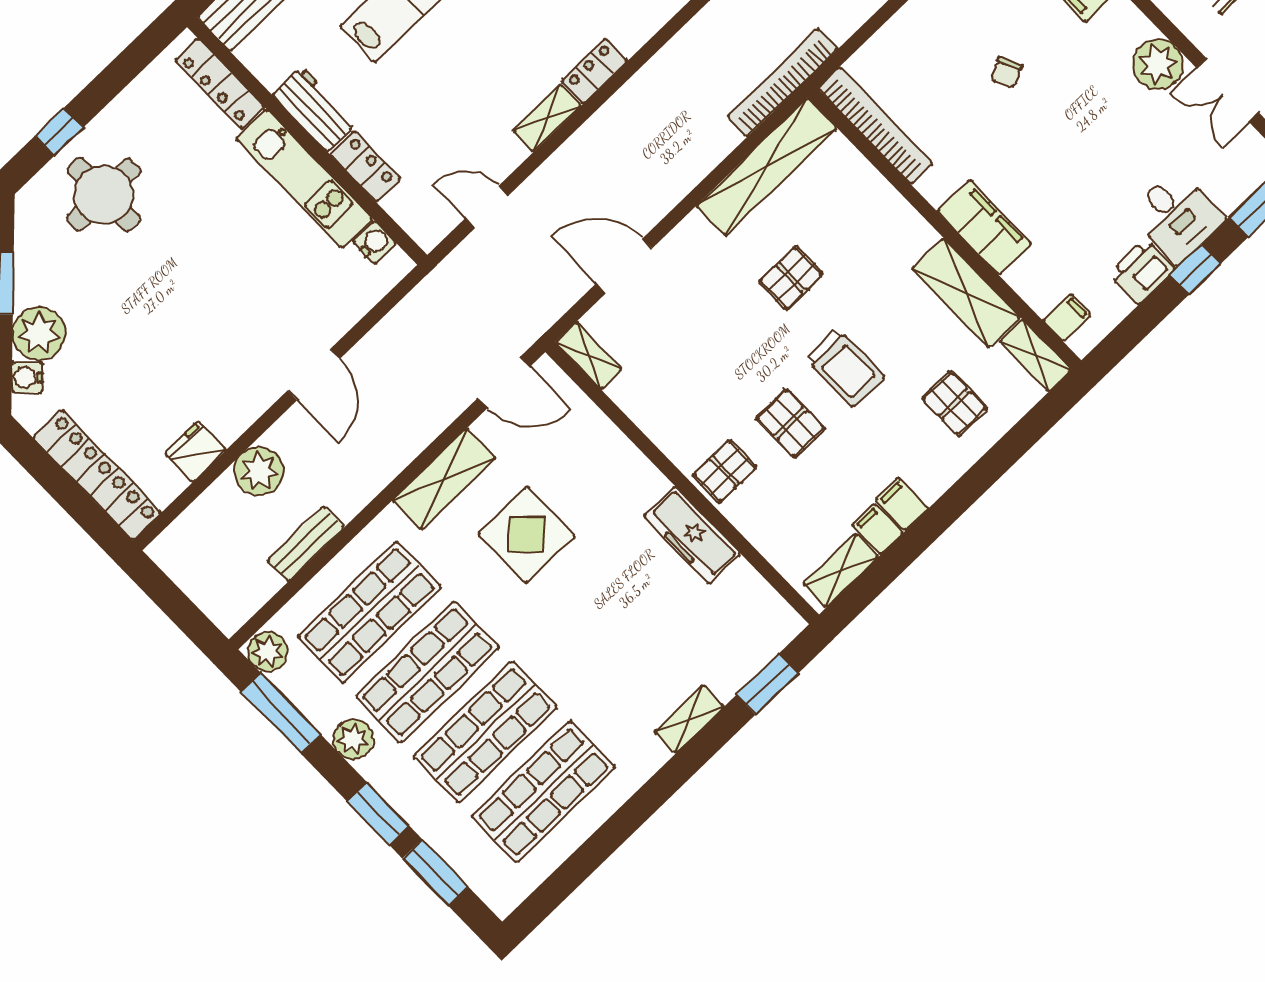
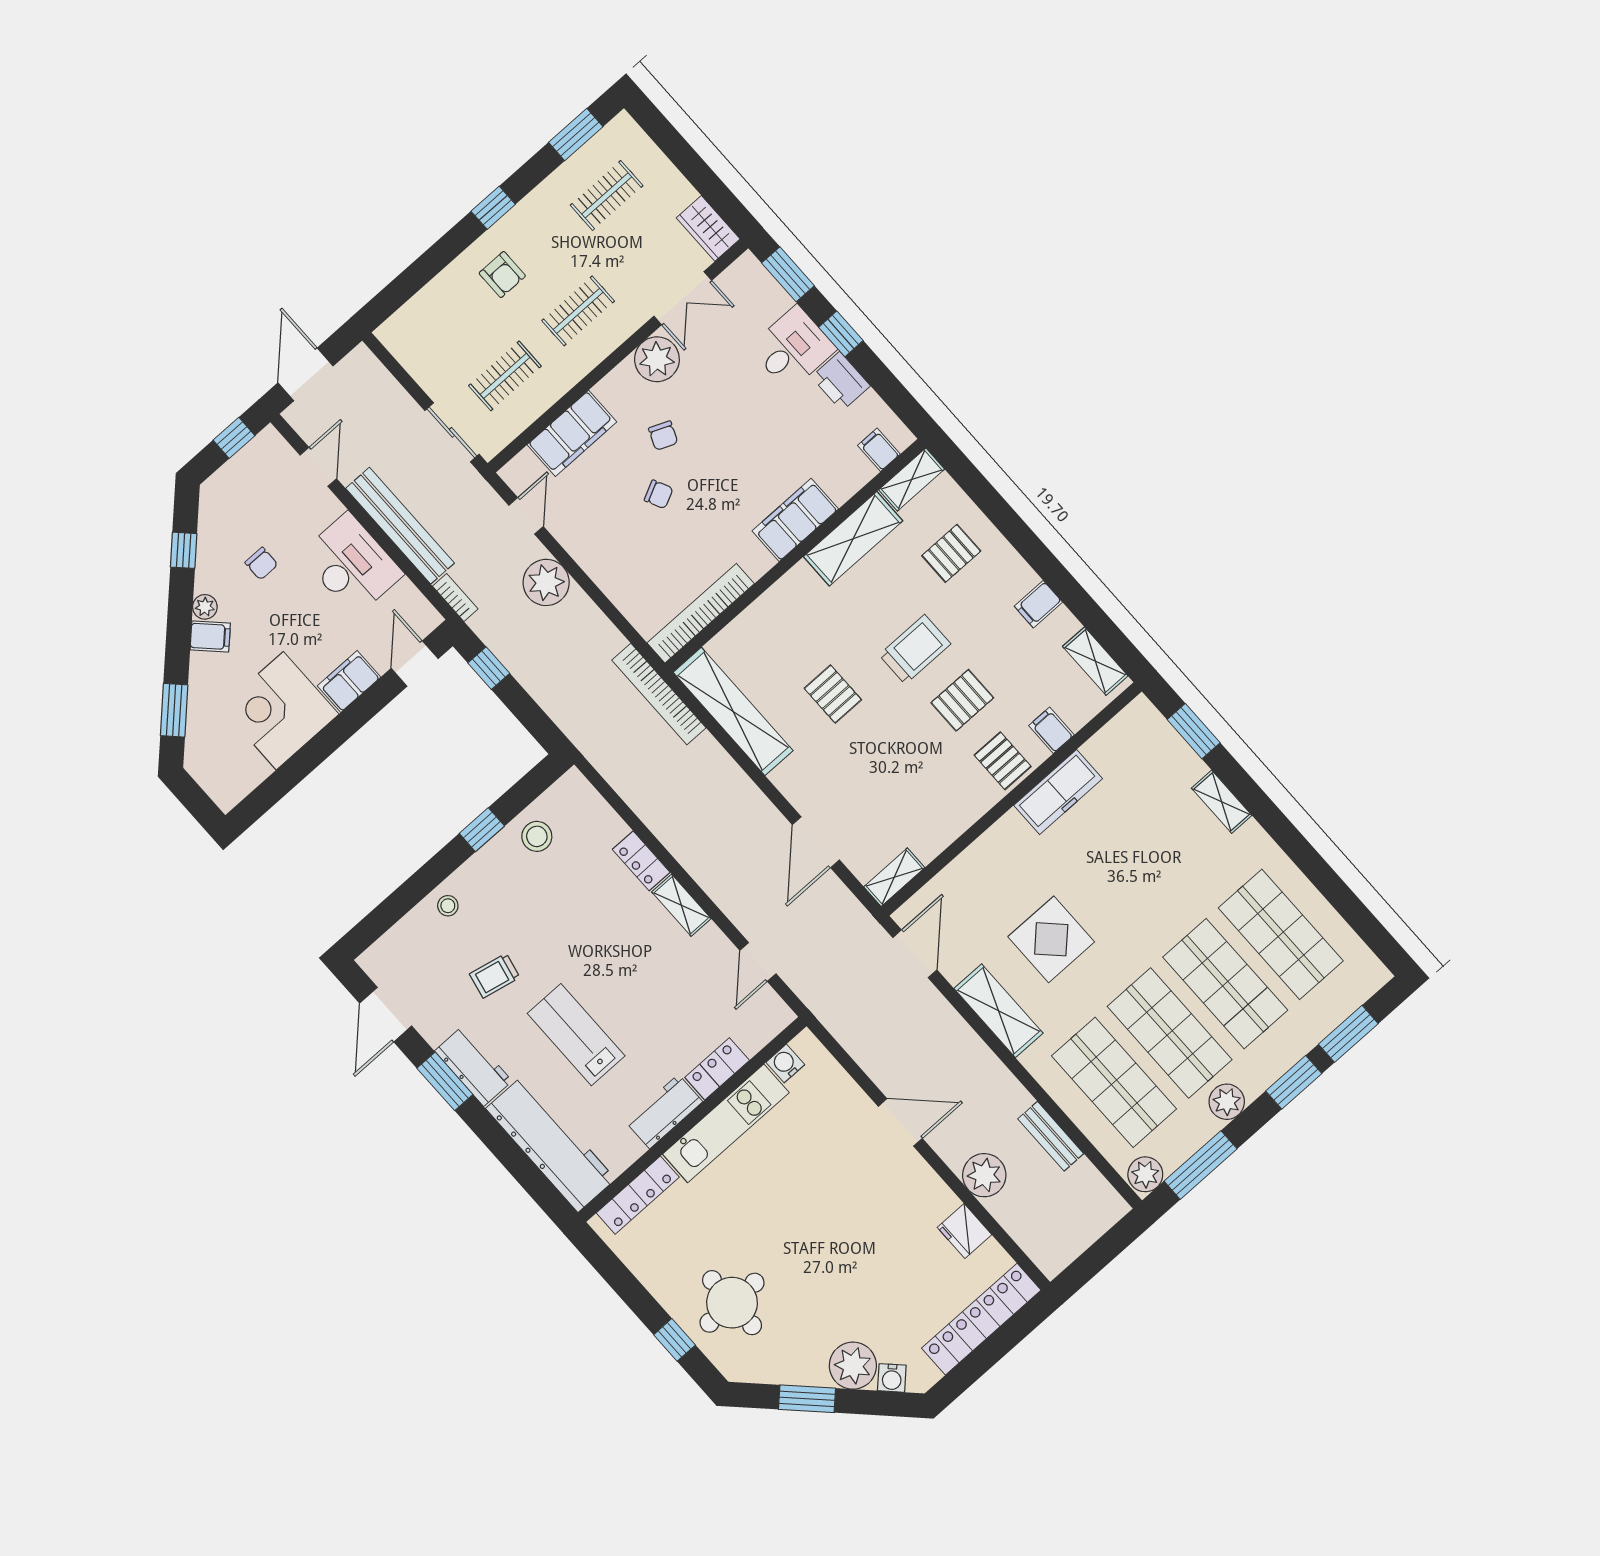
chair: (1072, 75) -> (663, 436), added
filing cabinet: (877, 529) -> (1051, 730), moved, turned 90

